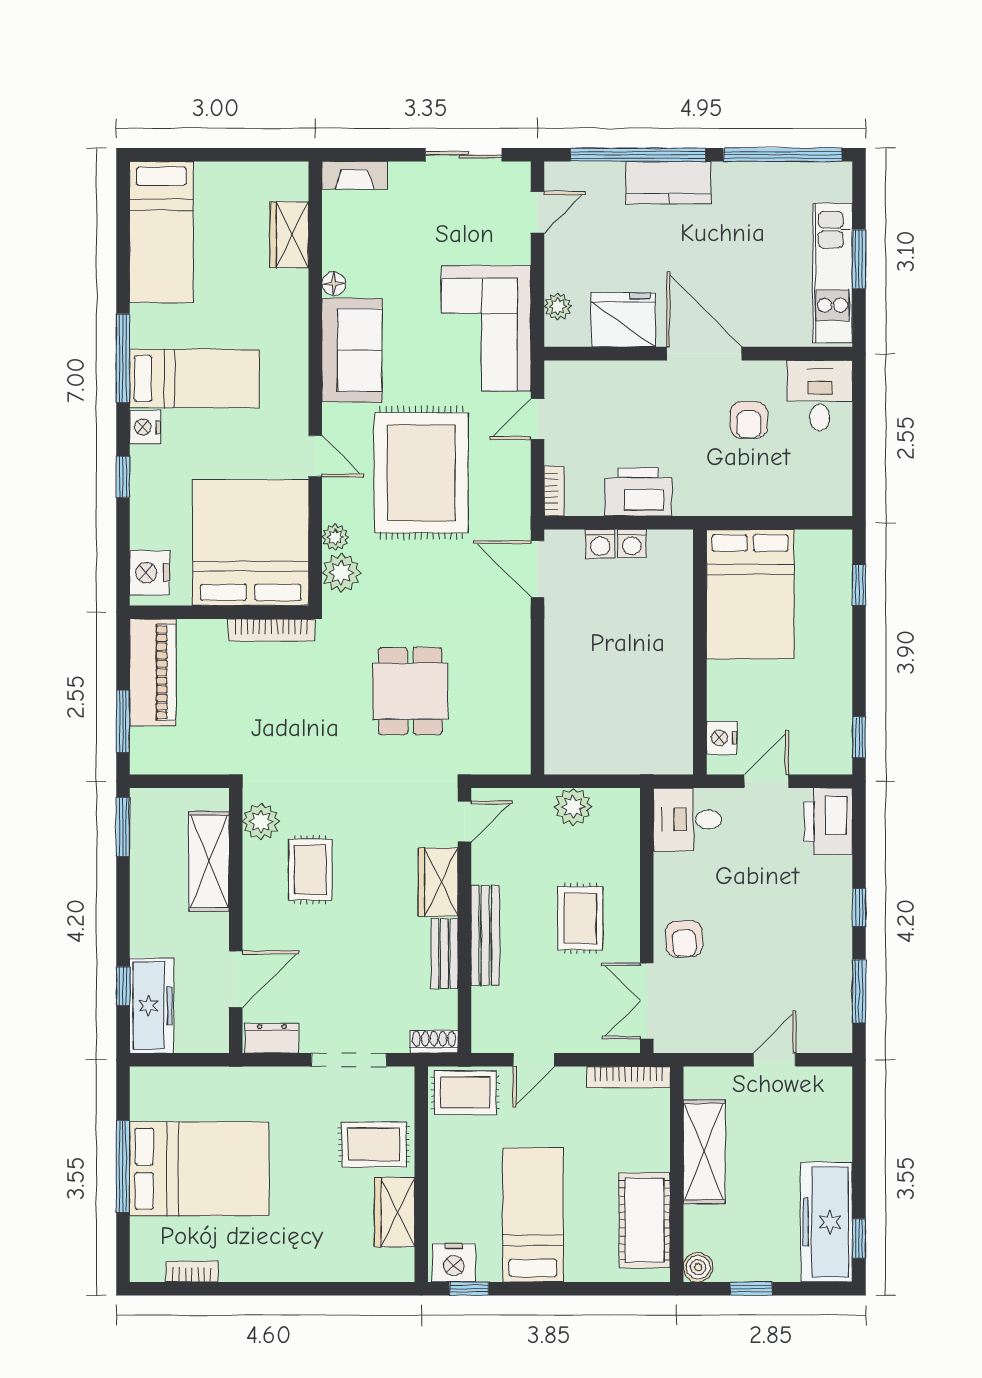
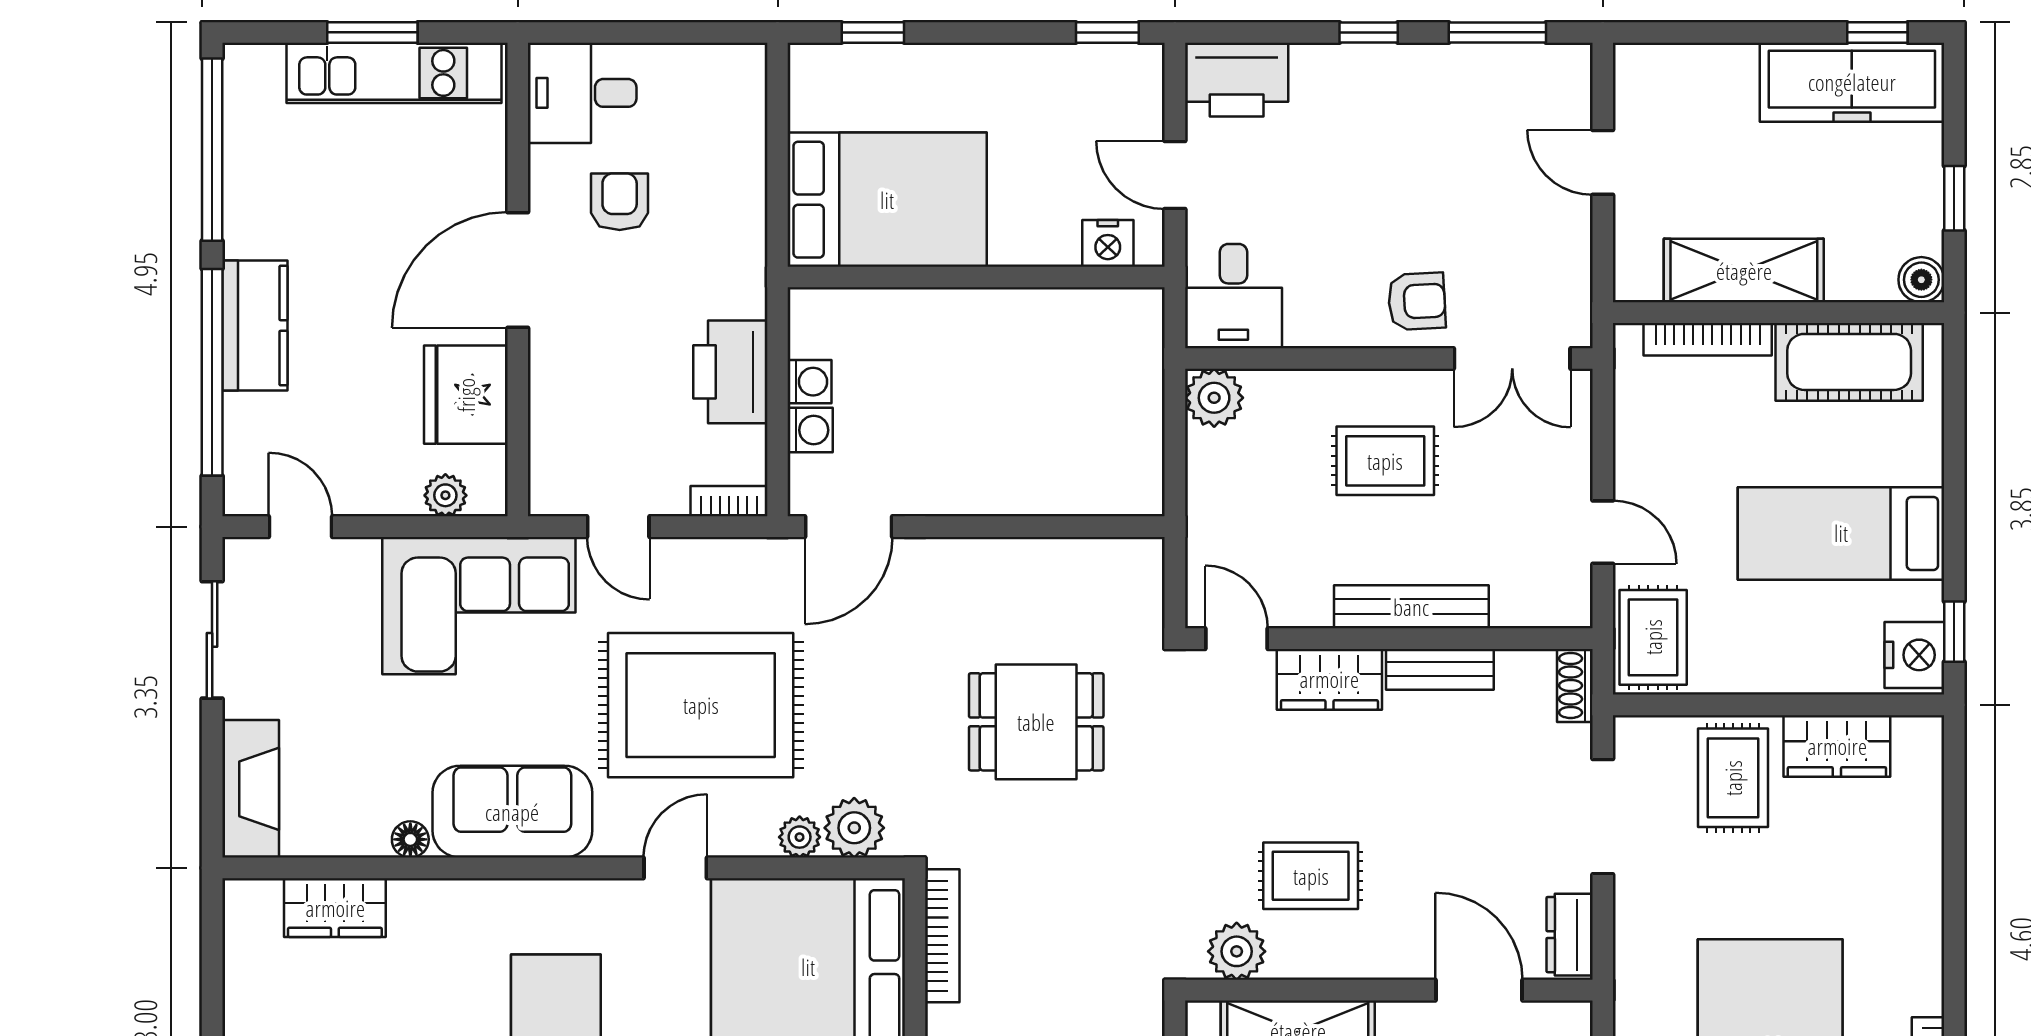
fireplace: (355, 175) -> (251, 789), width x1.37, depth x1.32
armchair: (749, 420) -> (620, 202), turned -90
plant: (573, 807) -> (1214, 398), moved
bookcase: (628, 1077) -> (1708, 339), moved, turned 90

